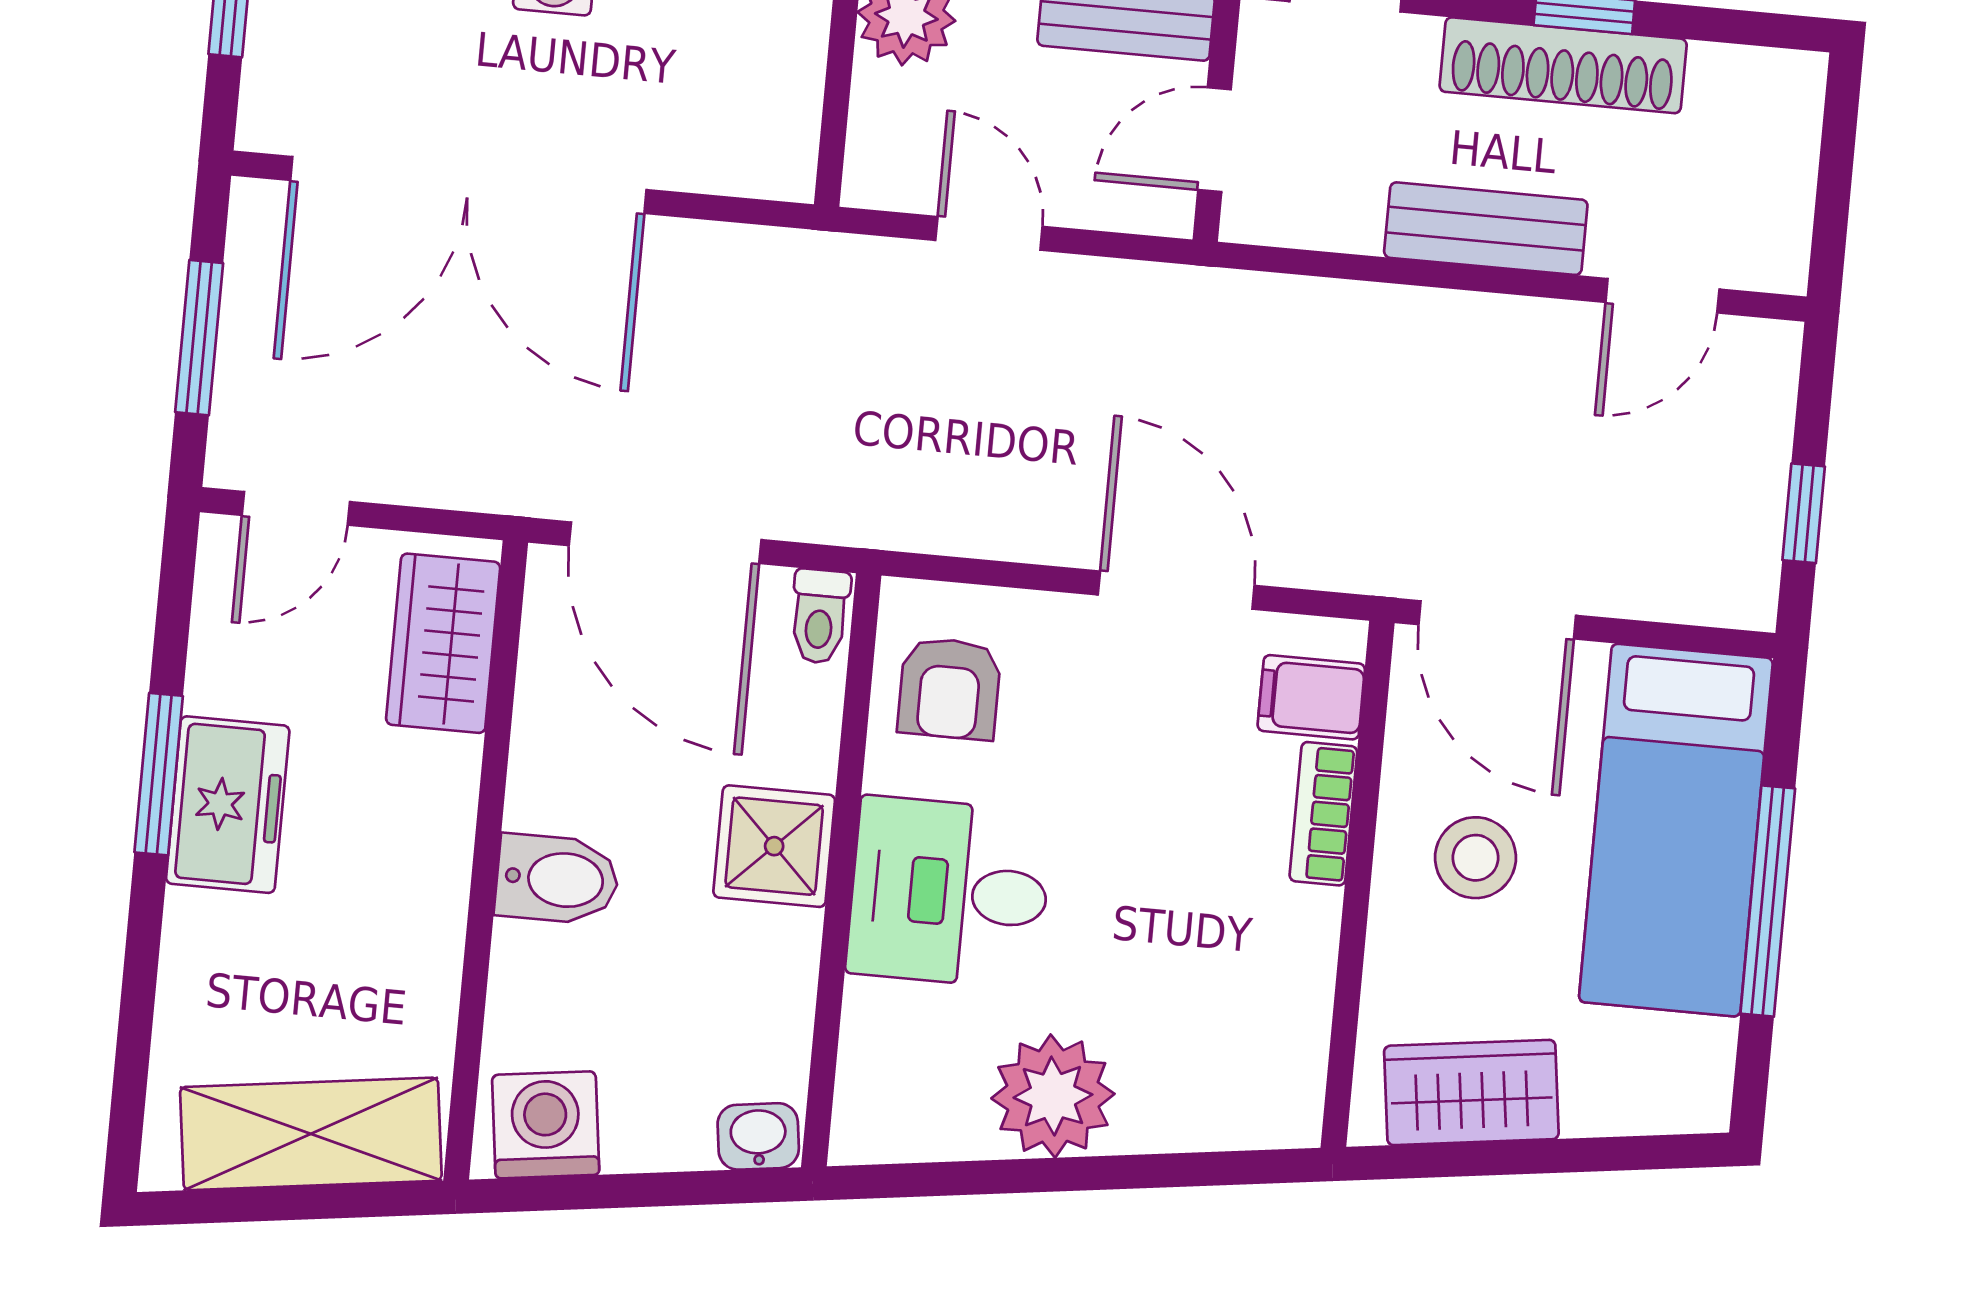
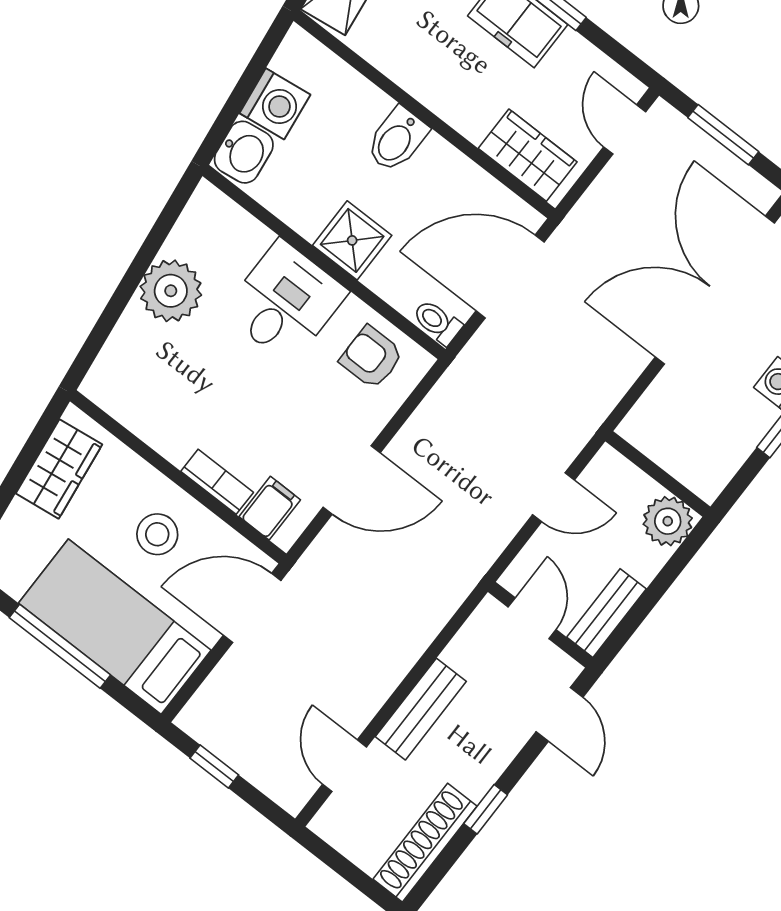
shoe rack: (1563, 65) -> (425, 843), moved
washing machine: (546, 1125) -> (275, 104), moved
washbasin: (758, 1136) -> (244, 152), width x1.38, depth x1.45

